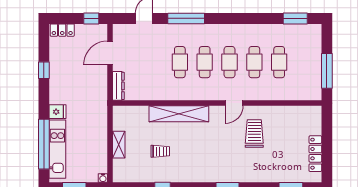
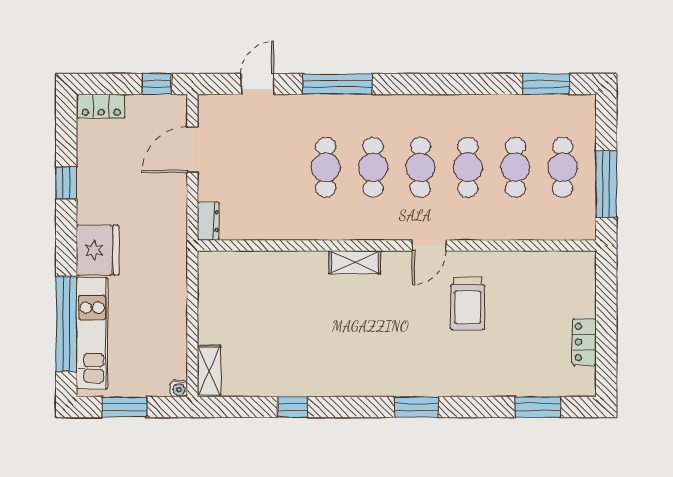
cafe table: (304, 62) -> (563, 167), added
dresser: (118, 86) -> (208, 221), width x0.70
fridge: (58, 112) -> (98, 250), width x1.88, depth x1.34
shelving: (179, 114) -> (355, 262), width x0.45, depth x0.75
trolley: (254, 133) -> (468, 303), turned 180
shelving: (119, 145) -> (209, 371), moved
trolley: (160, 151) -> (288, 337), removed
locker: (315, 154) -> (584, 342), width x0.66

